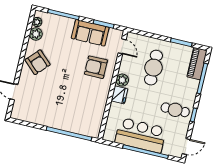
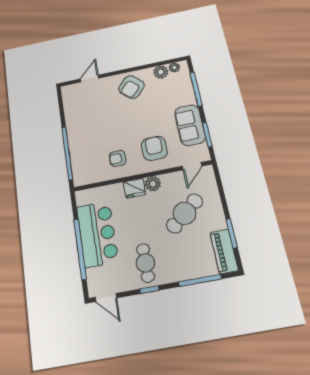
piano: (197, 64) -> (224, 251), moved, turned -90
cafe table: (154, 68) -> (185, 213), turned -39
armchair: (91, 97) -> (118, 158), added

